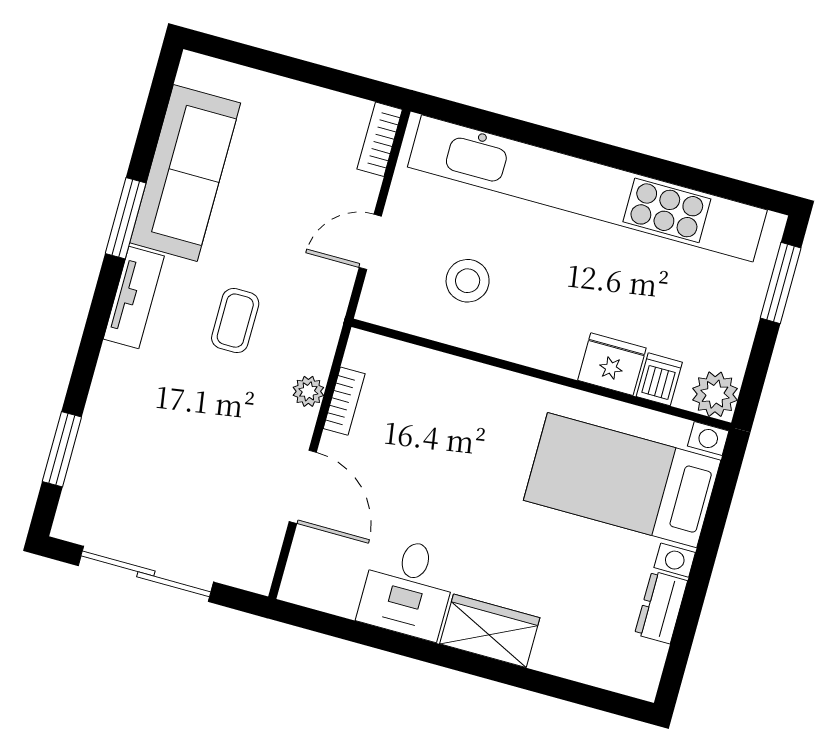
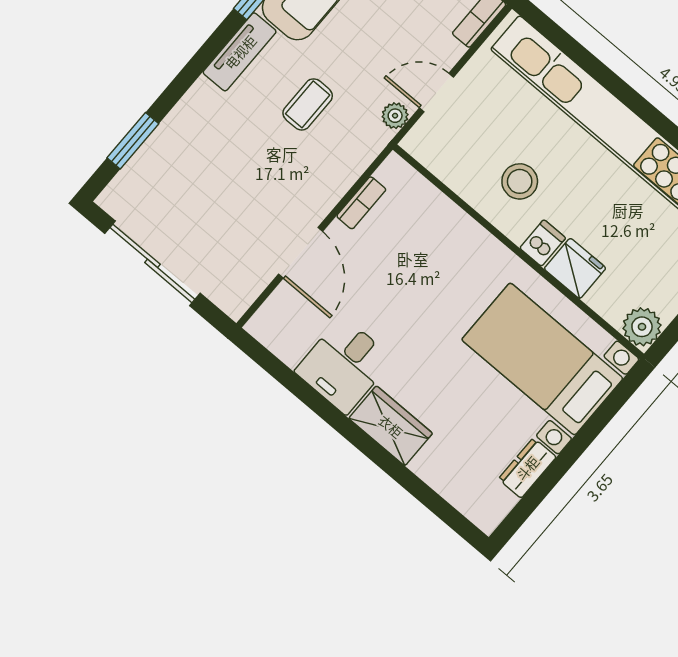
stool: (468, 281) -> (520, 181), moved
dishwasher: (659, 379) -> (543, 243), moved
plant: (308, 391) -> (395, 116), moved

